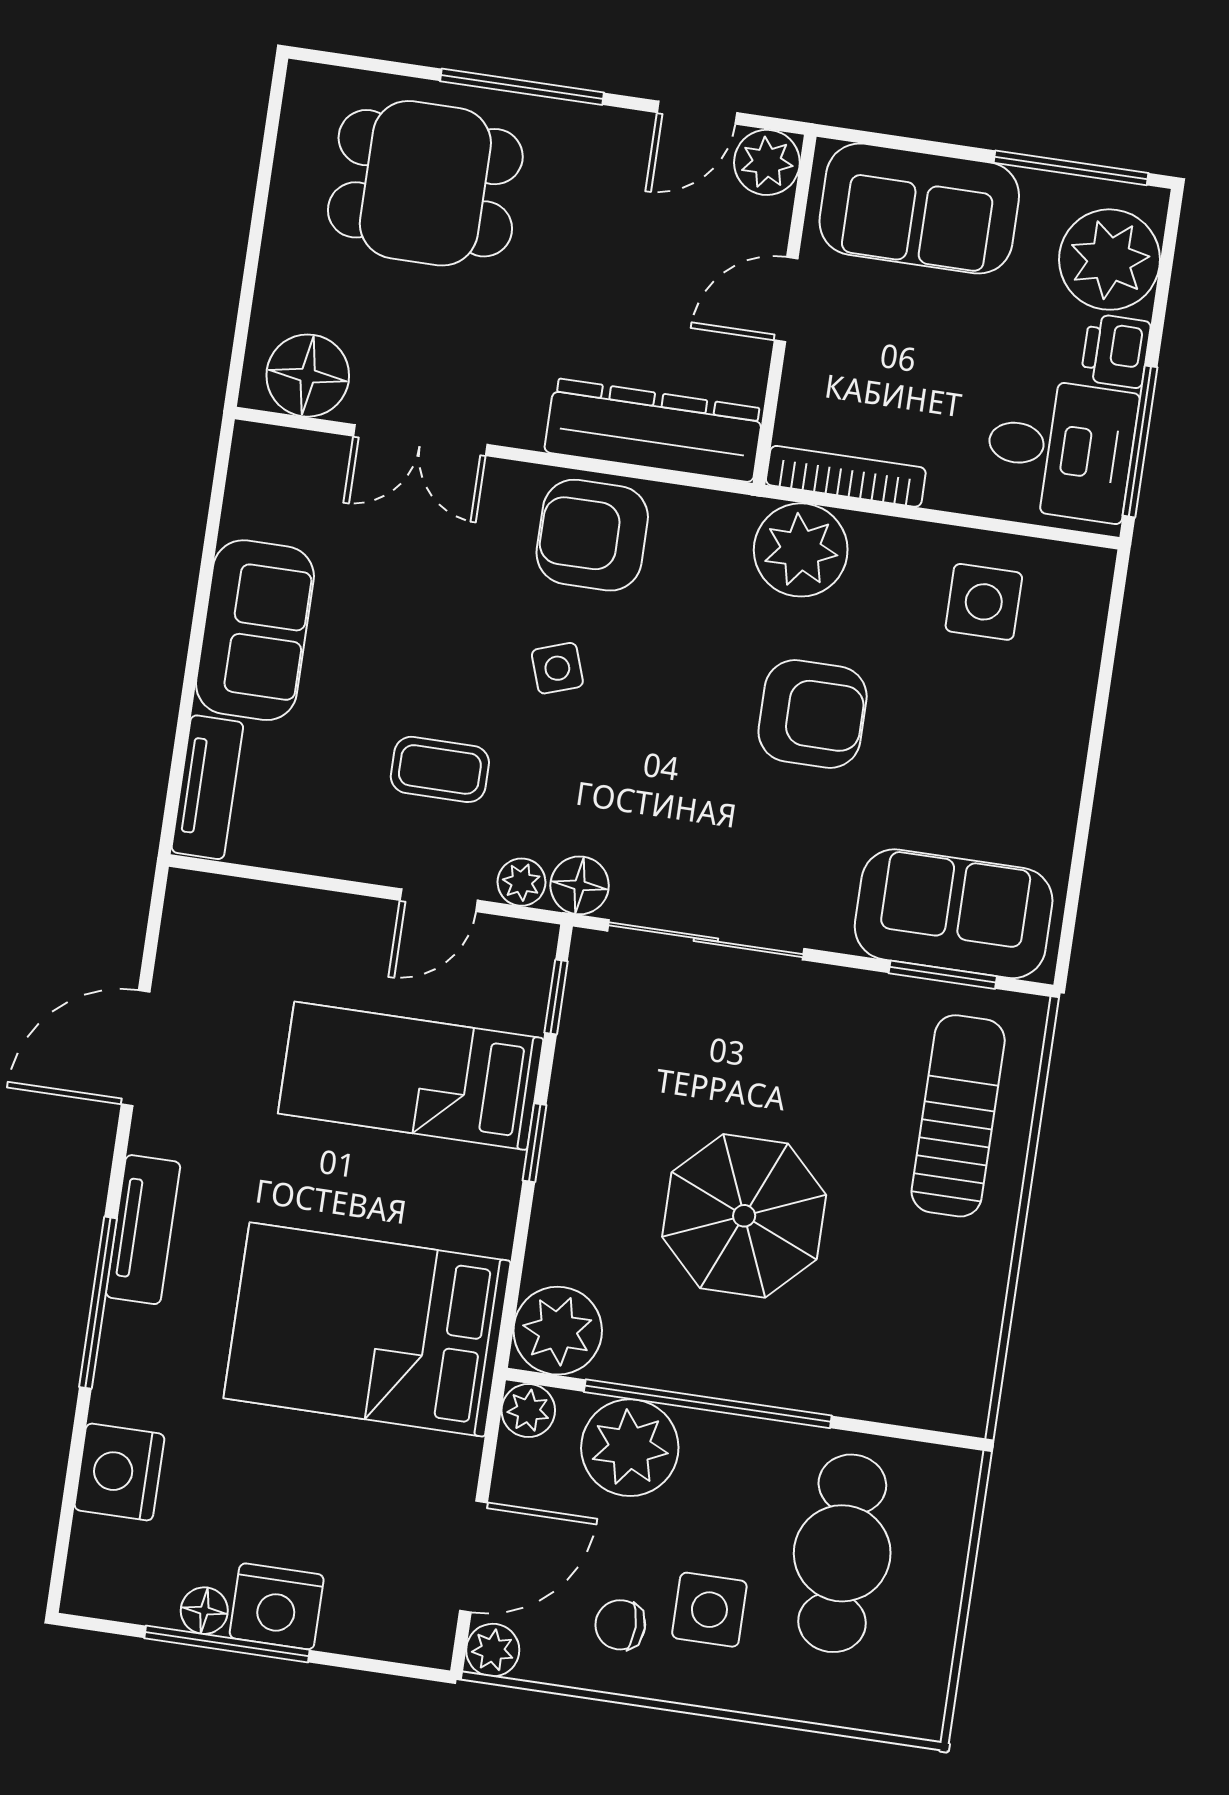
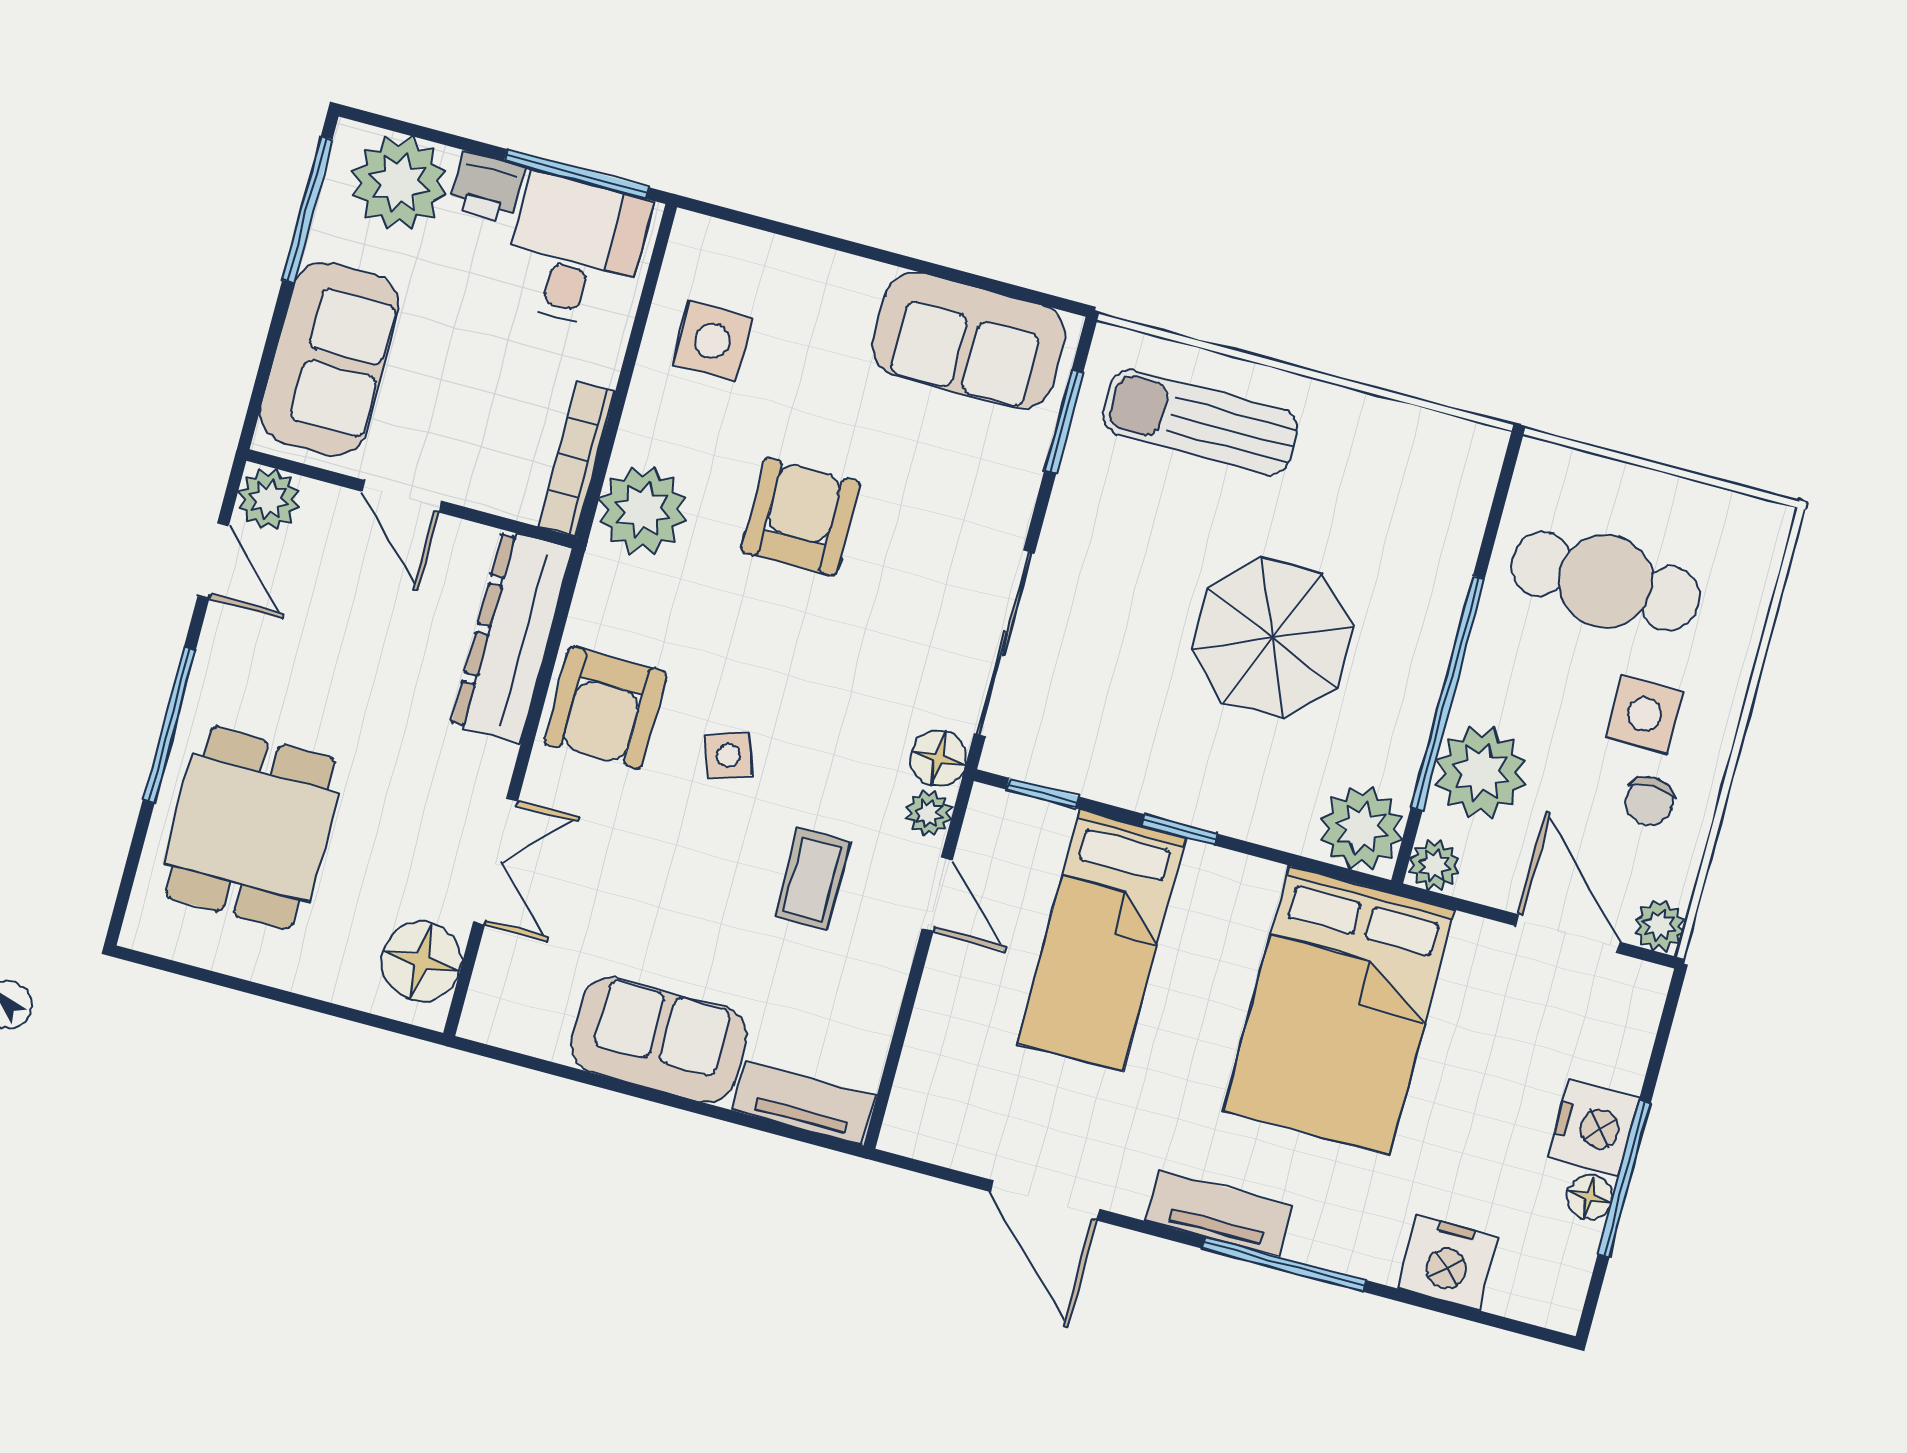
sofa: (954, 914) -> (968, 341), moved, turned -90

